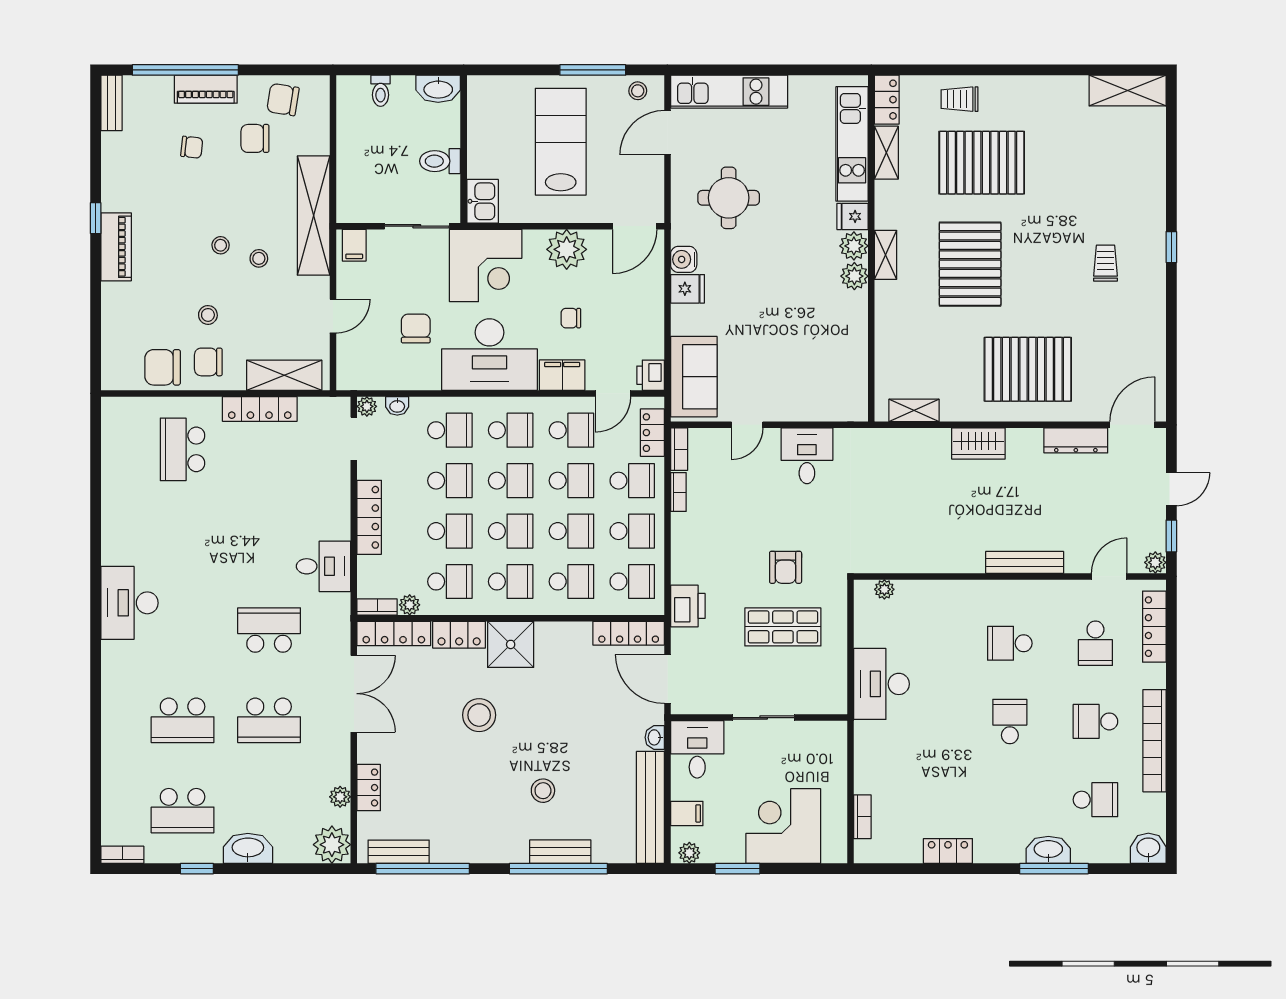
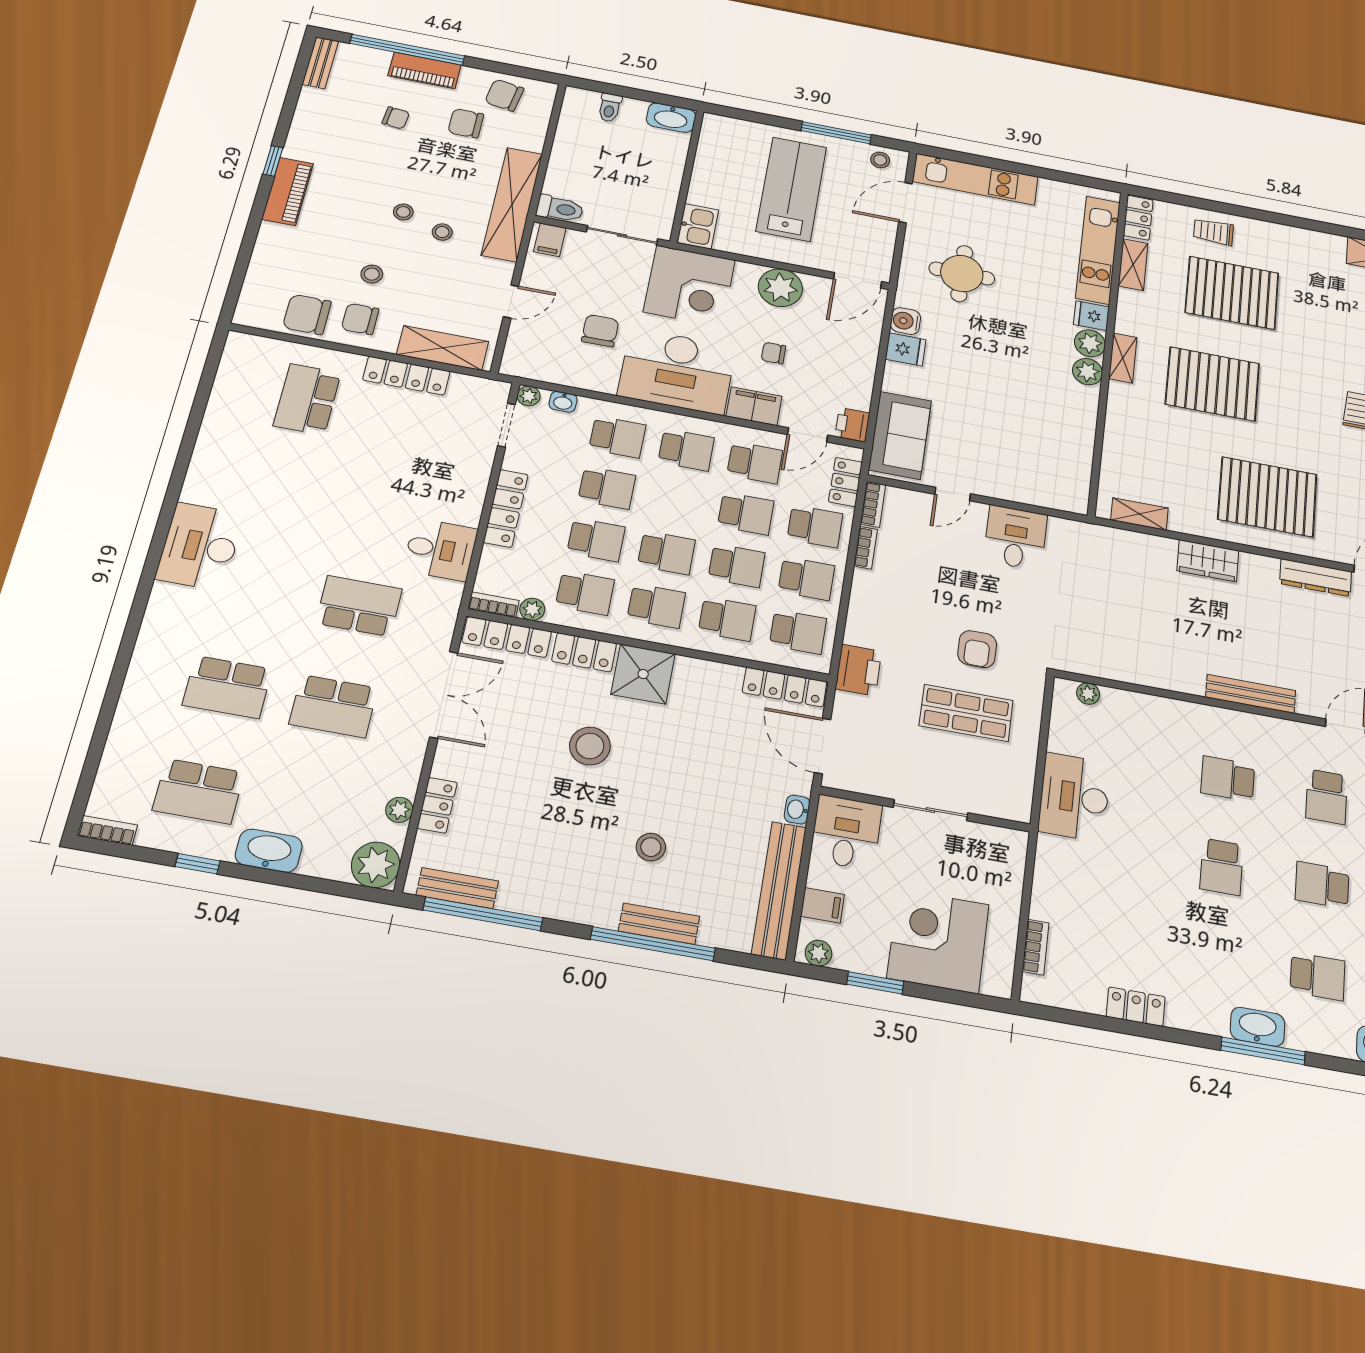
toilet: (440, 161) -> (560, 209), moved, turned 180
pallet: (970, 264) -> (1212, 384), turned 90
school desk: (511, 481) -> (676, 501), removed
school desk: (1010, 721) -> (1222, 867), turned 180

